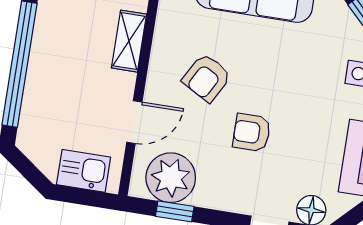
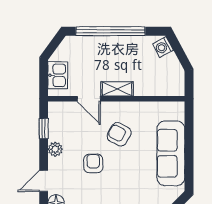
shelving: (129, 41) -> (117, 89), moved
plant: (171, 178) -> (55, 149), moved, width x0.53, depth x0.53

